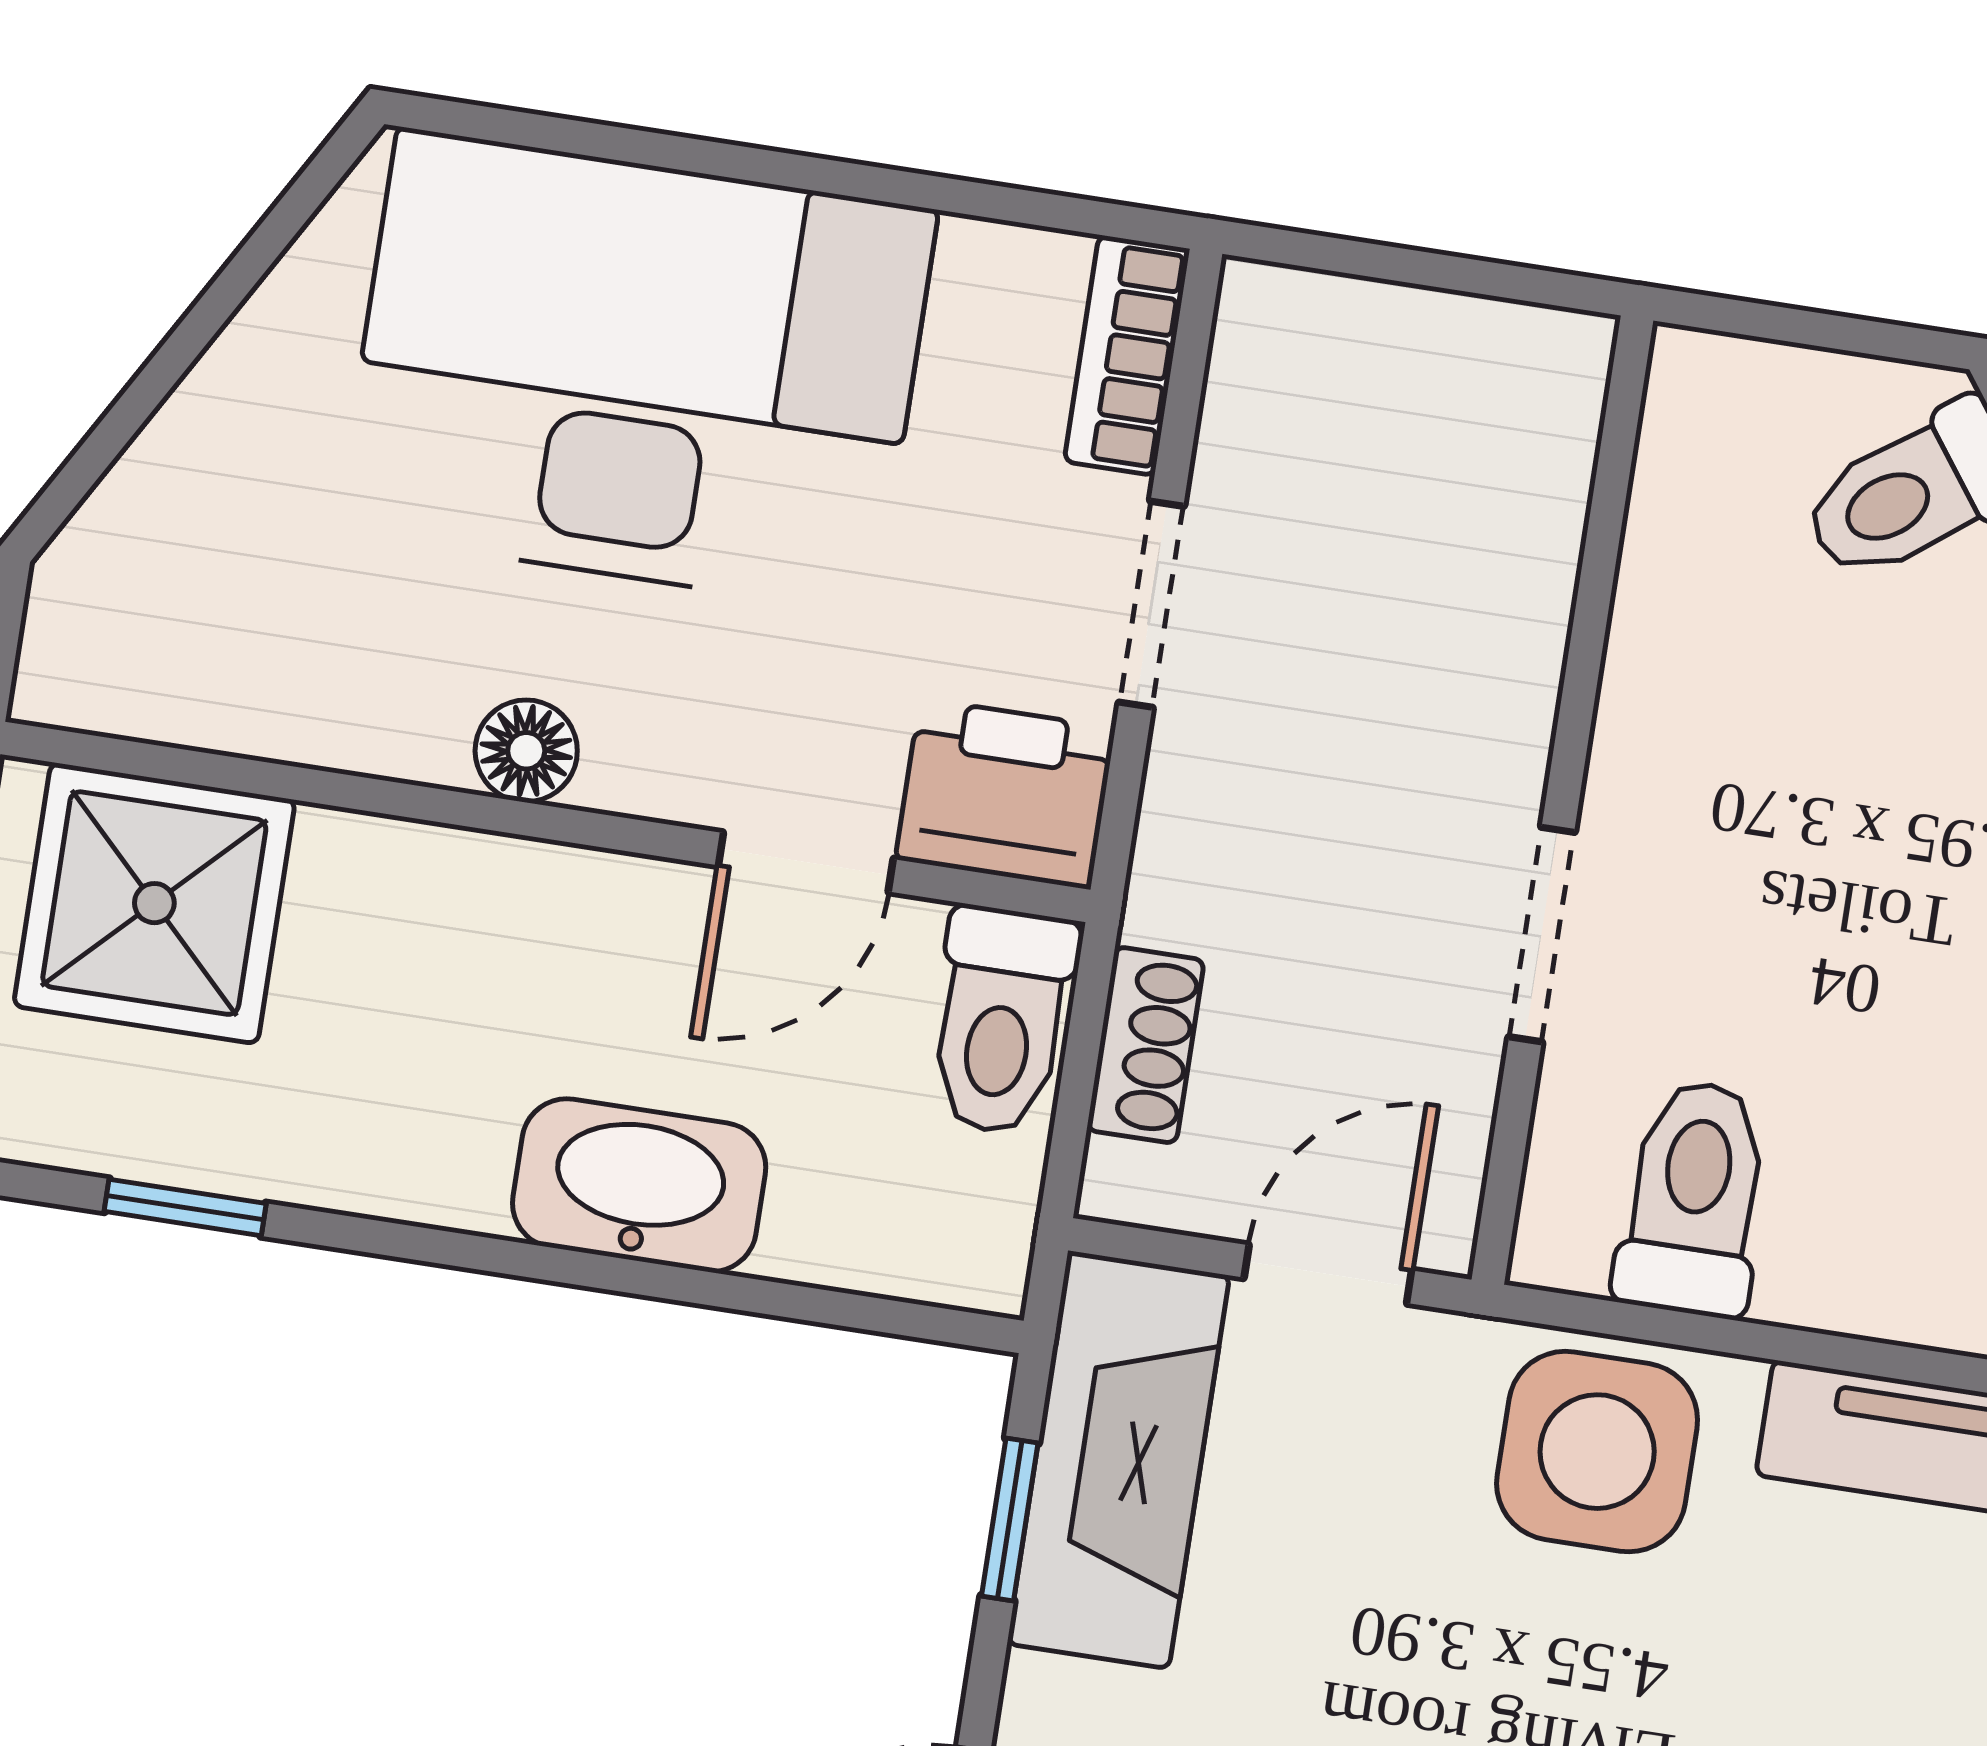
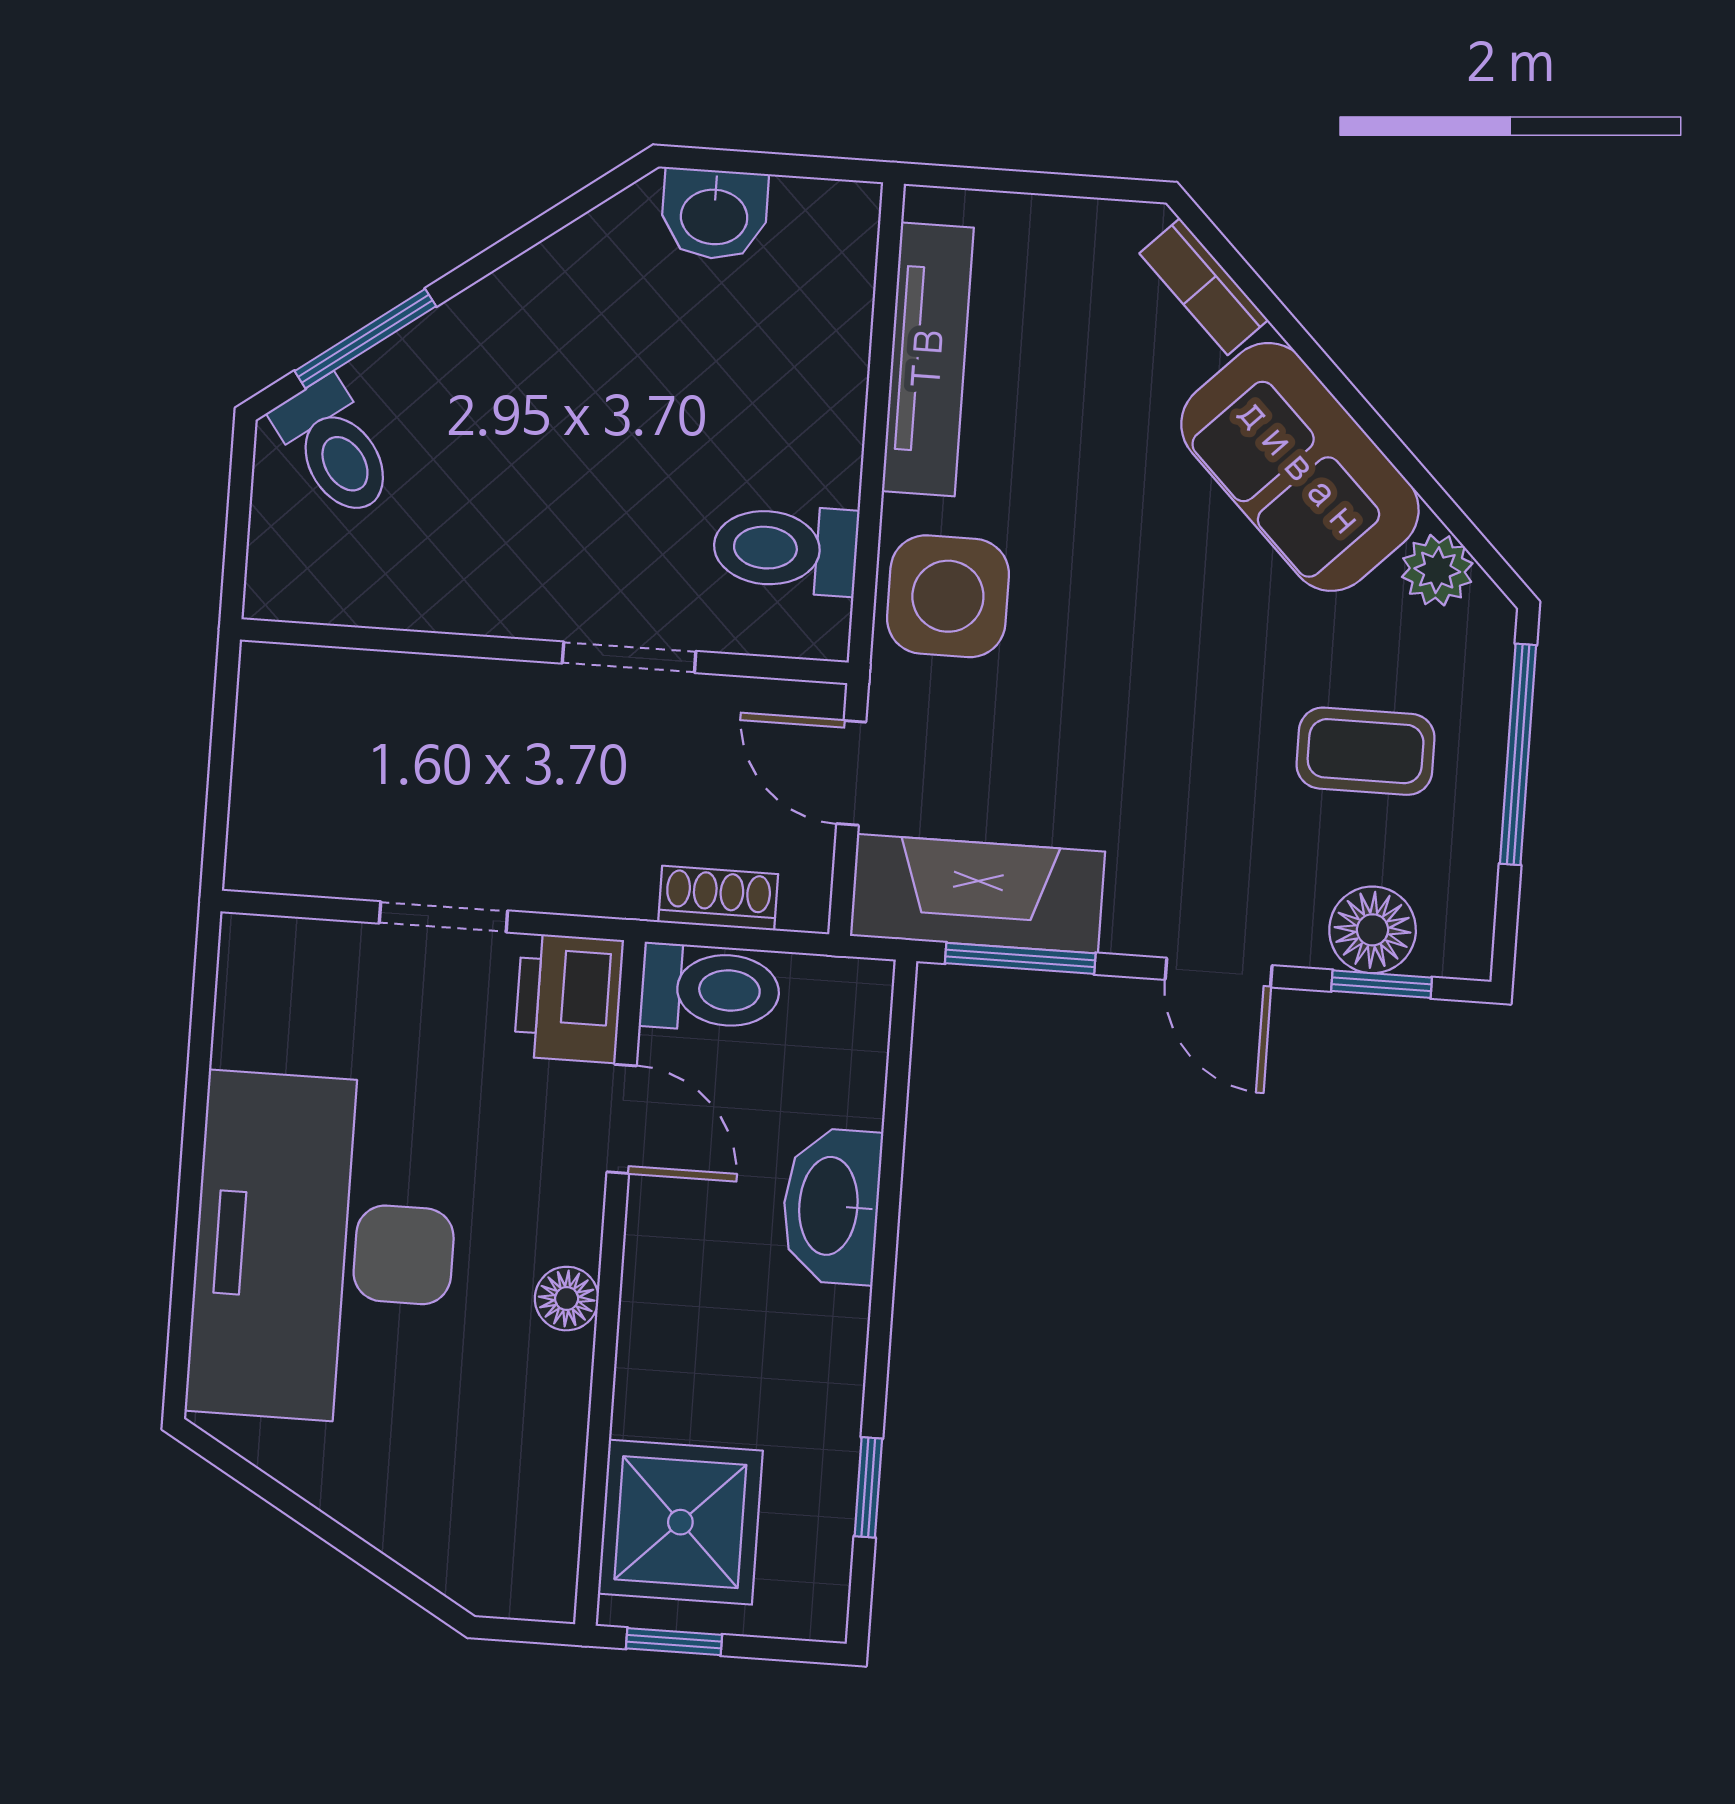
bookcase: (1127, 355) -> (290, 945), removed
window: (1010, 1520) -> (1020, 958), width x1.50

